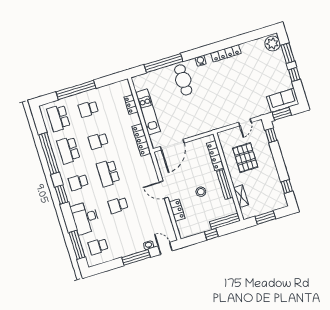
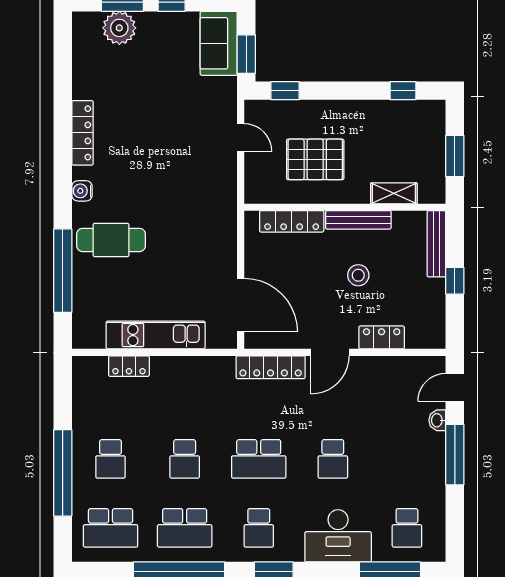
plant: (273, 44) -> (119, 28), moved
locker: (141, 140) -> (271, 367), moved

